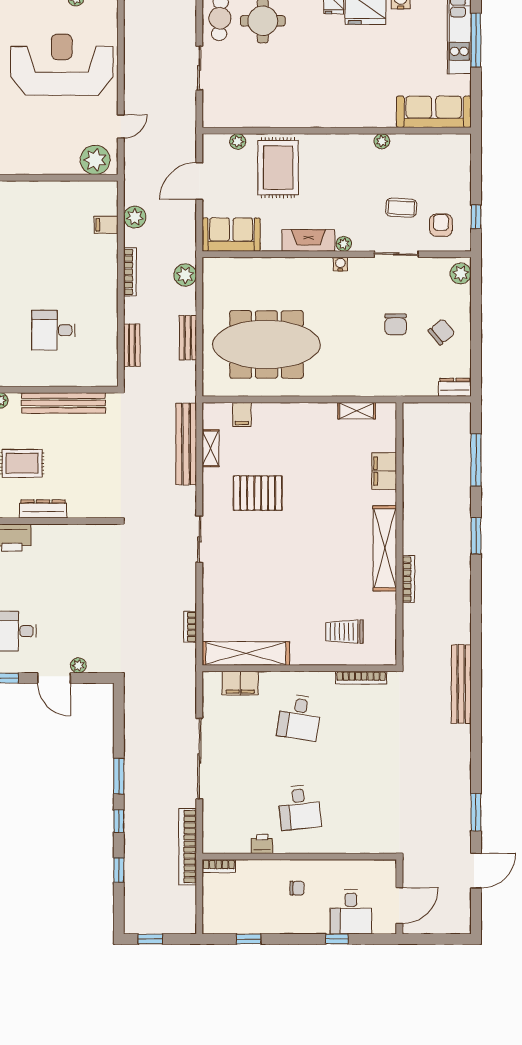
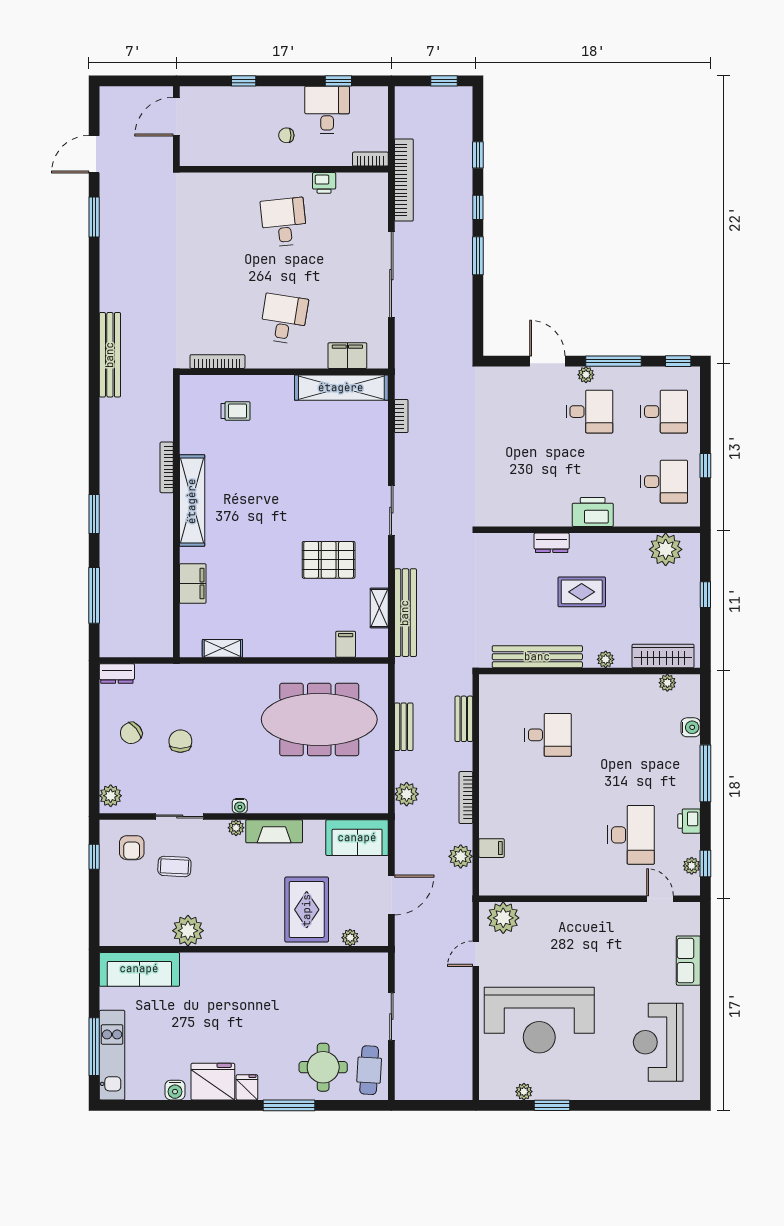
plant: (382, 141) -> (188, 931), width x1.87, depth x1.87
dresser: (43, 509) -> (552, 543), width x0.70
trolley: (344, 632) -> (236, 411), width x0.73, depth x0.72
plant: (78, 665) -> (586, 375), moved
desk: (351, 912) -> (327, 110), moved

